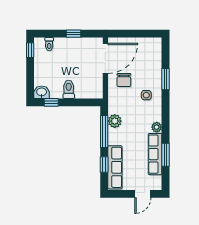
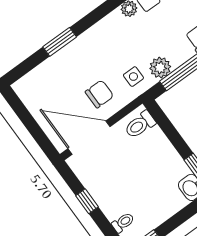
toilet: (69, 89) -> (140, 125), moved
side table: (146, 95) -> (133, 77), moved

